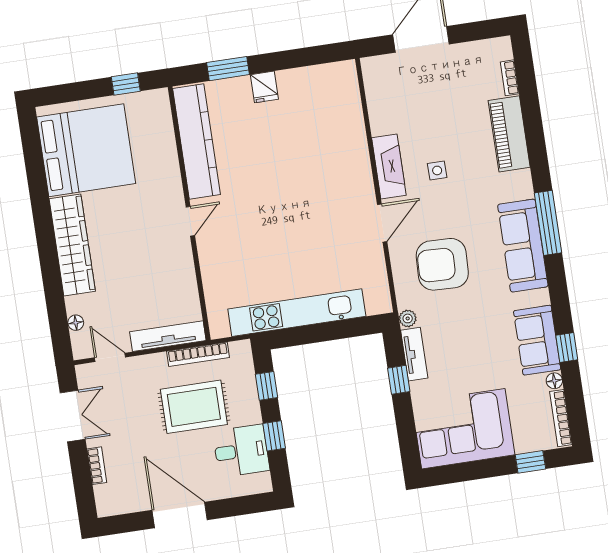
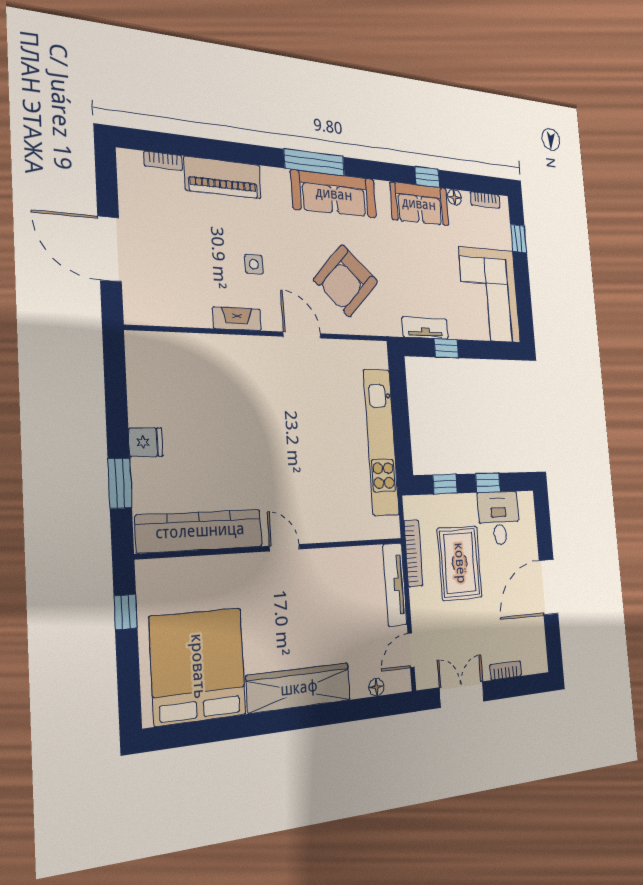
fireplace: (389, 166) -> (237, 319), width x0.73, depth x0.76
armchair: (442, 264) -> (346, 281), turned 41
plant: (408, 318) -> (393, 328), removed
bookcase: (561, 418) -> (485, 200), width x0.64

